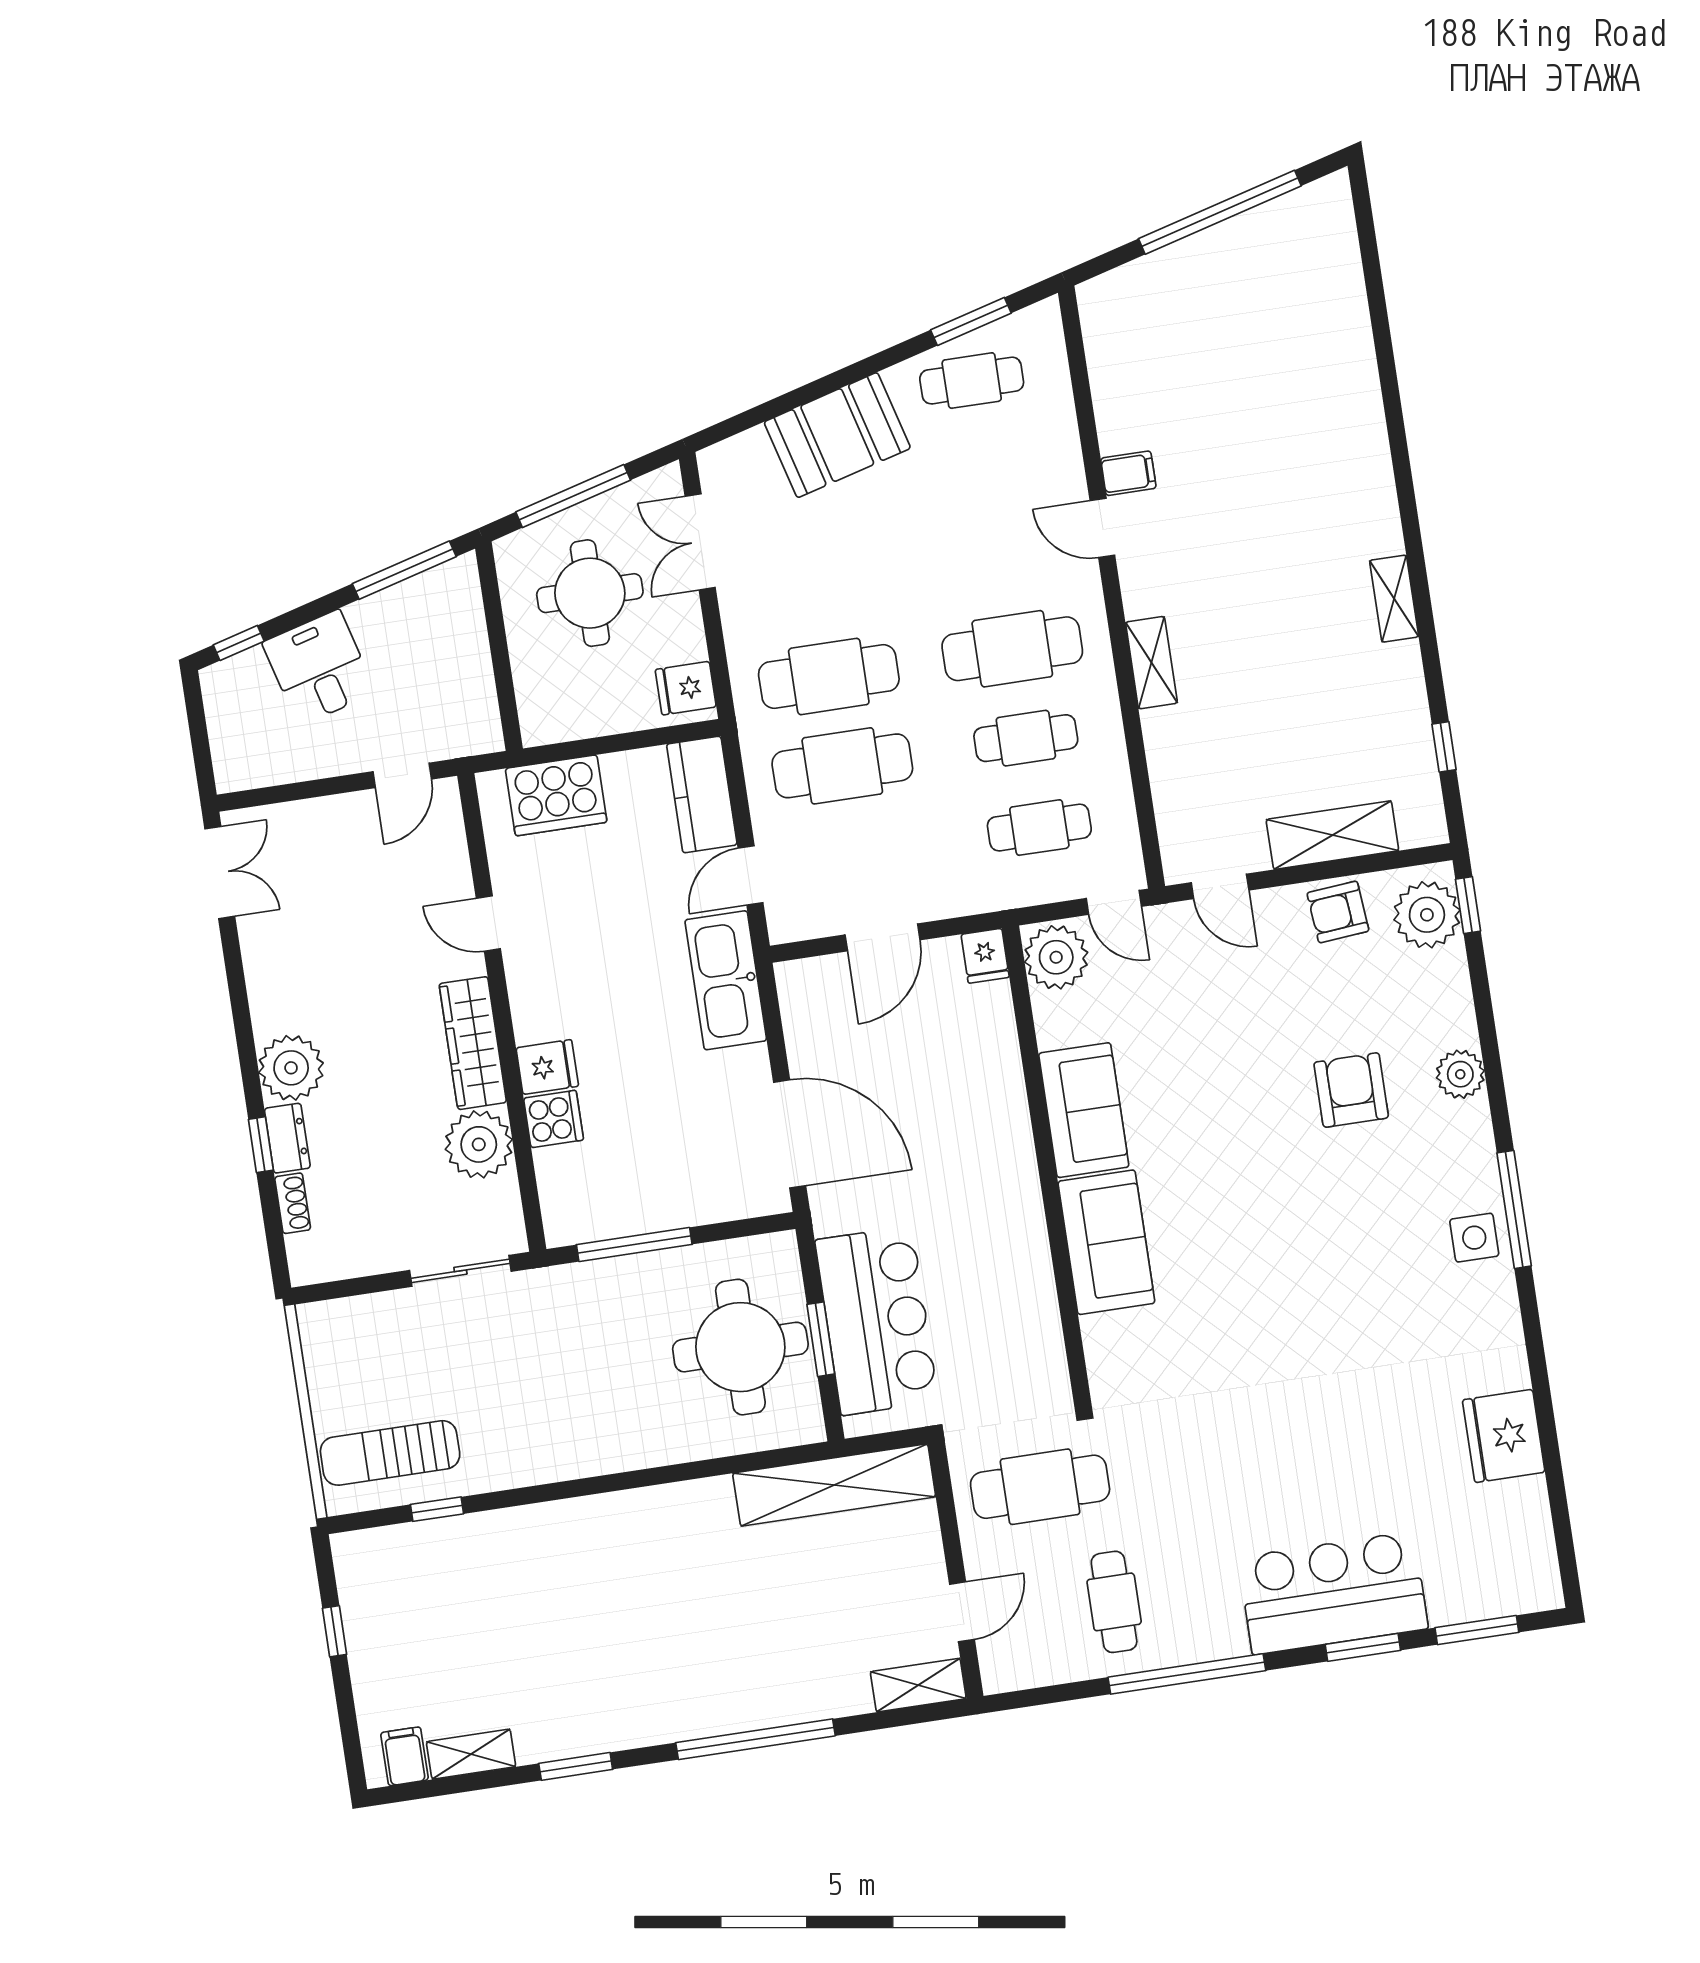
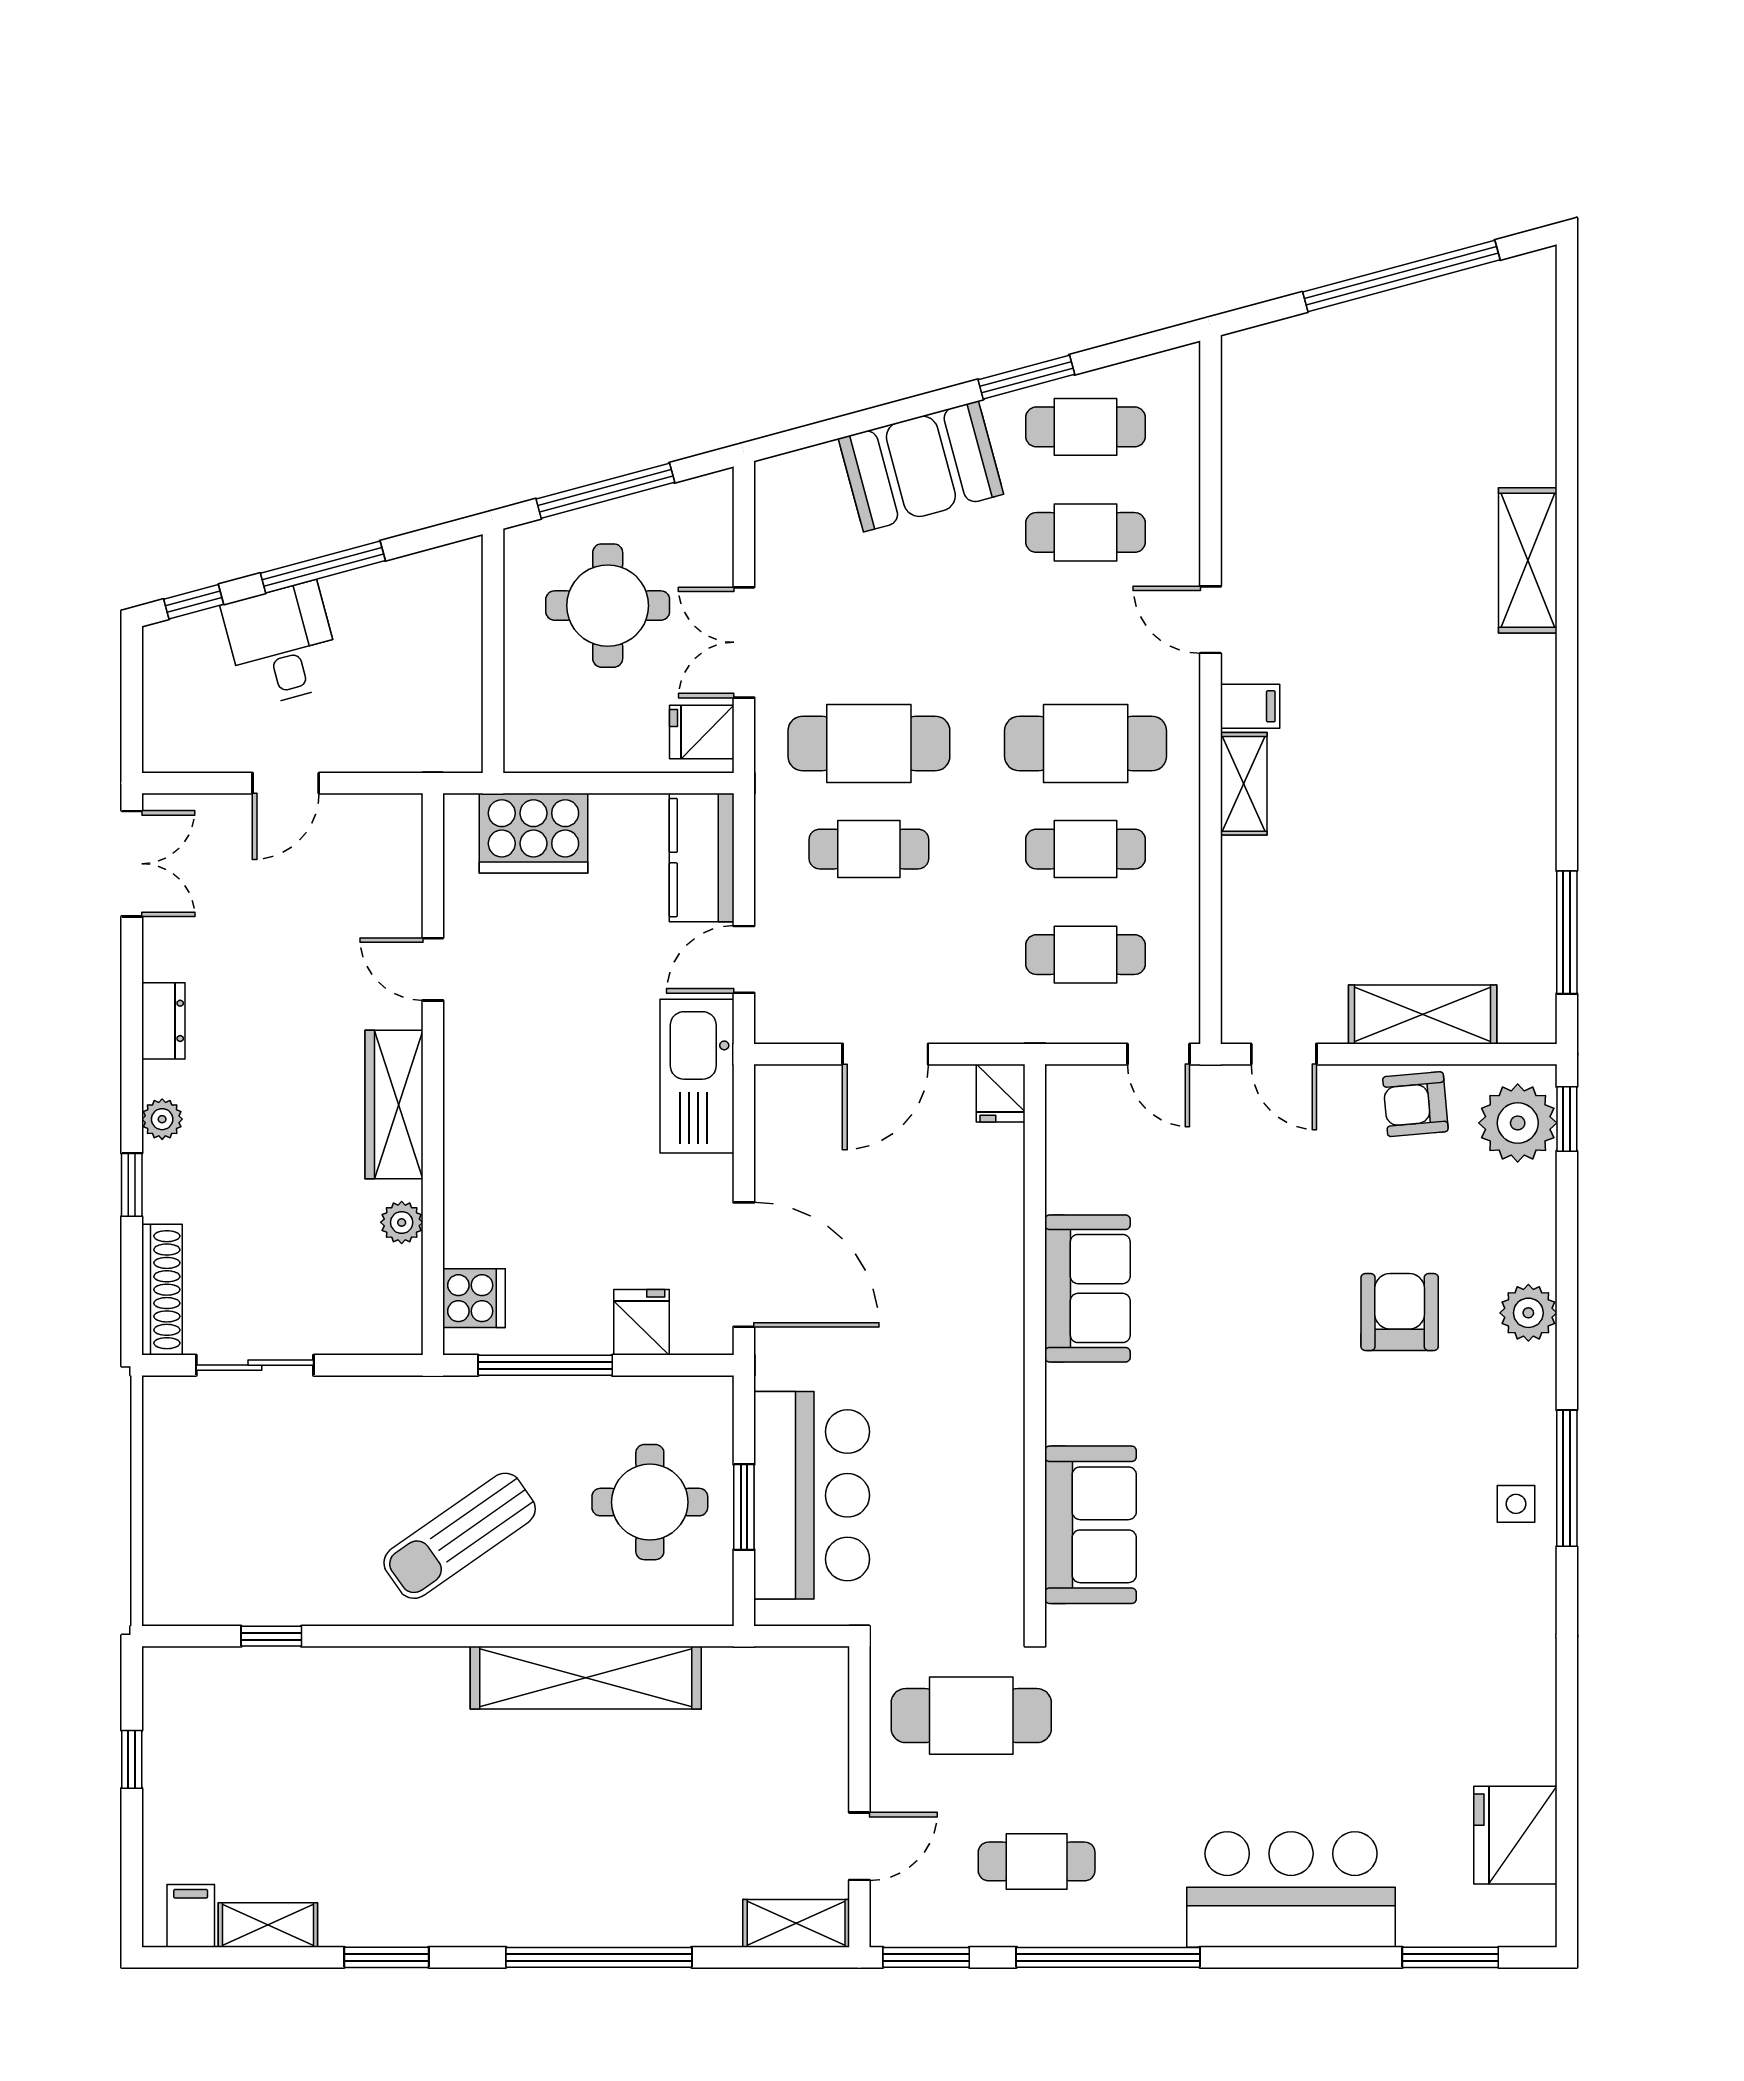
window: (971, 321) -> (1026, 377), moved
cafe table: (985, 470) -> (1086, 532), added
filing cabinet: (1128, 473) -> (1250, 706), moved
double door: (700, 542) -> (744, 642), moved
window: (404, 570) -> (323, 567), moved
shelving: (1394, 599) -> (1528, 560), moved, width x1.50, depth x1.33
window: (1444, 747) -> (1567, 932), width x2.17
cafe table: (842, 766) -> (869, 849), width x0.73, depth x0.74
door: (402, 775) -> (286, 783), moved
plant: (1056, 957) -> (1082, 1107), removed
fridge: (547, 1067) -> (641, 1322), moved, turned -90
plant: (291, 1068) -> (162, 1119), width x0.53, depth x0.53
cooker: (554, 1119) -> (474, 1298), moved
dresser: (287, 1138) -> (163, 1021), moved
plant: (479, 1144) -> (402, 1222), width x0.53, depth x0.53
shoe rack: (293, 1203) -> (162, 1290), width x1.94, depth x1.24
side table: (1474, 1238) -> (1516, 1504), width x0.73, depth x0.73
sofa: (1106, 1242) -> (1091, 1525), moved
sliding door: (460, 1271) -> (255, 1365), moved
round table: (740, 1347) -> (650, 1502), width x0.73, depth x0.73
fridge: (1504, 1436) -> (1515, 1835), moved
sun lounger: (390, 1453) -> (460, 1536), moved, turned -35
shelving: (834, 1485) -> (586, 1678), moved
cafe table: (1114, 1602) -> (1037, 1861), turned 90
window: (1363, 1647) -> (926, 1957), moved

